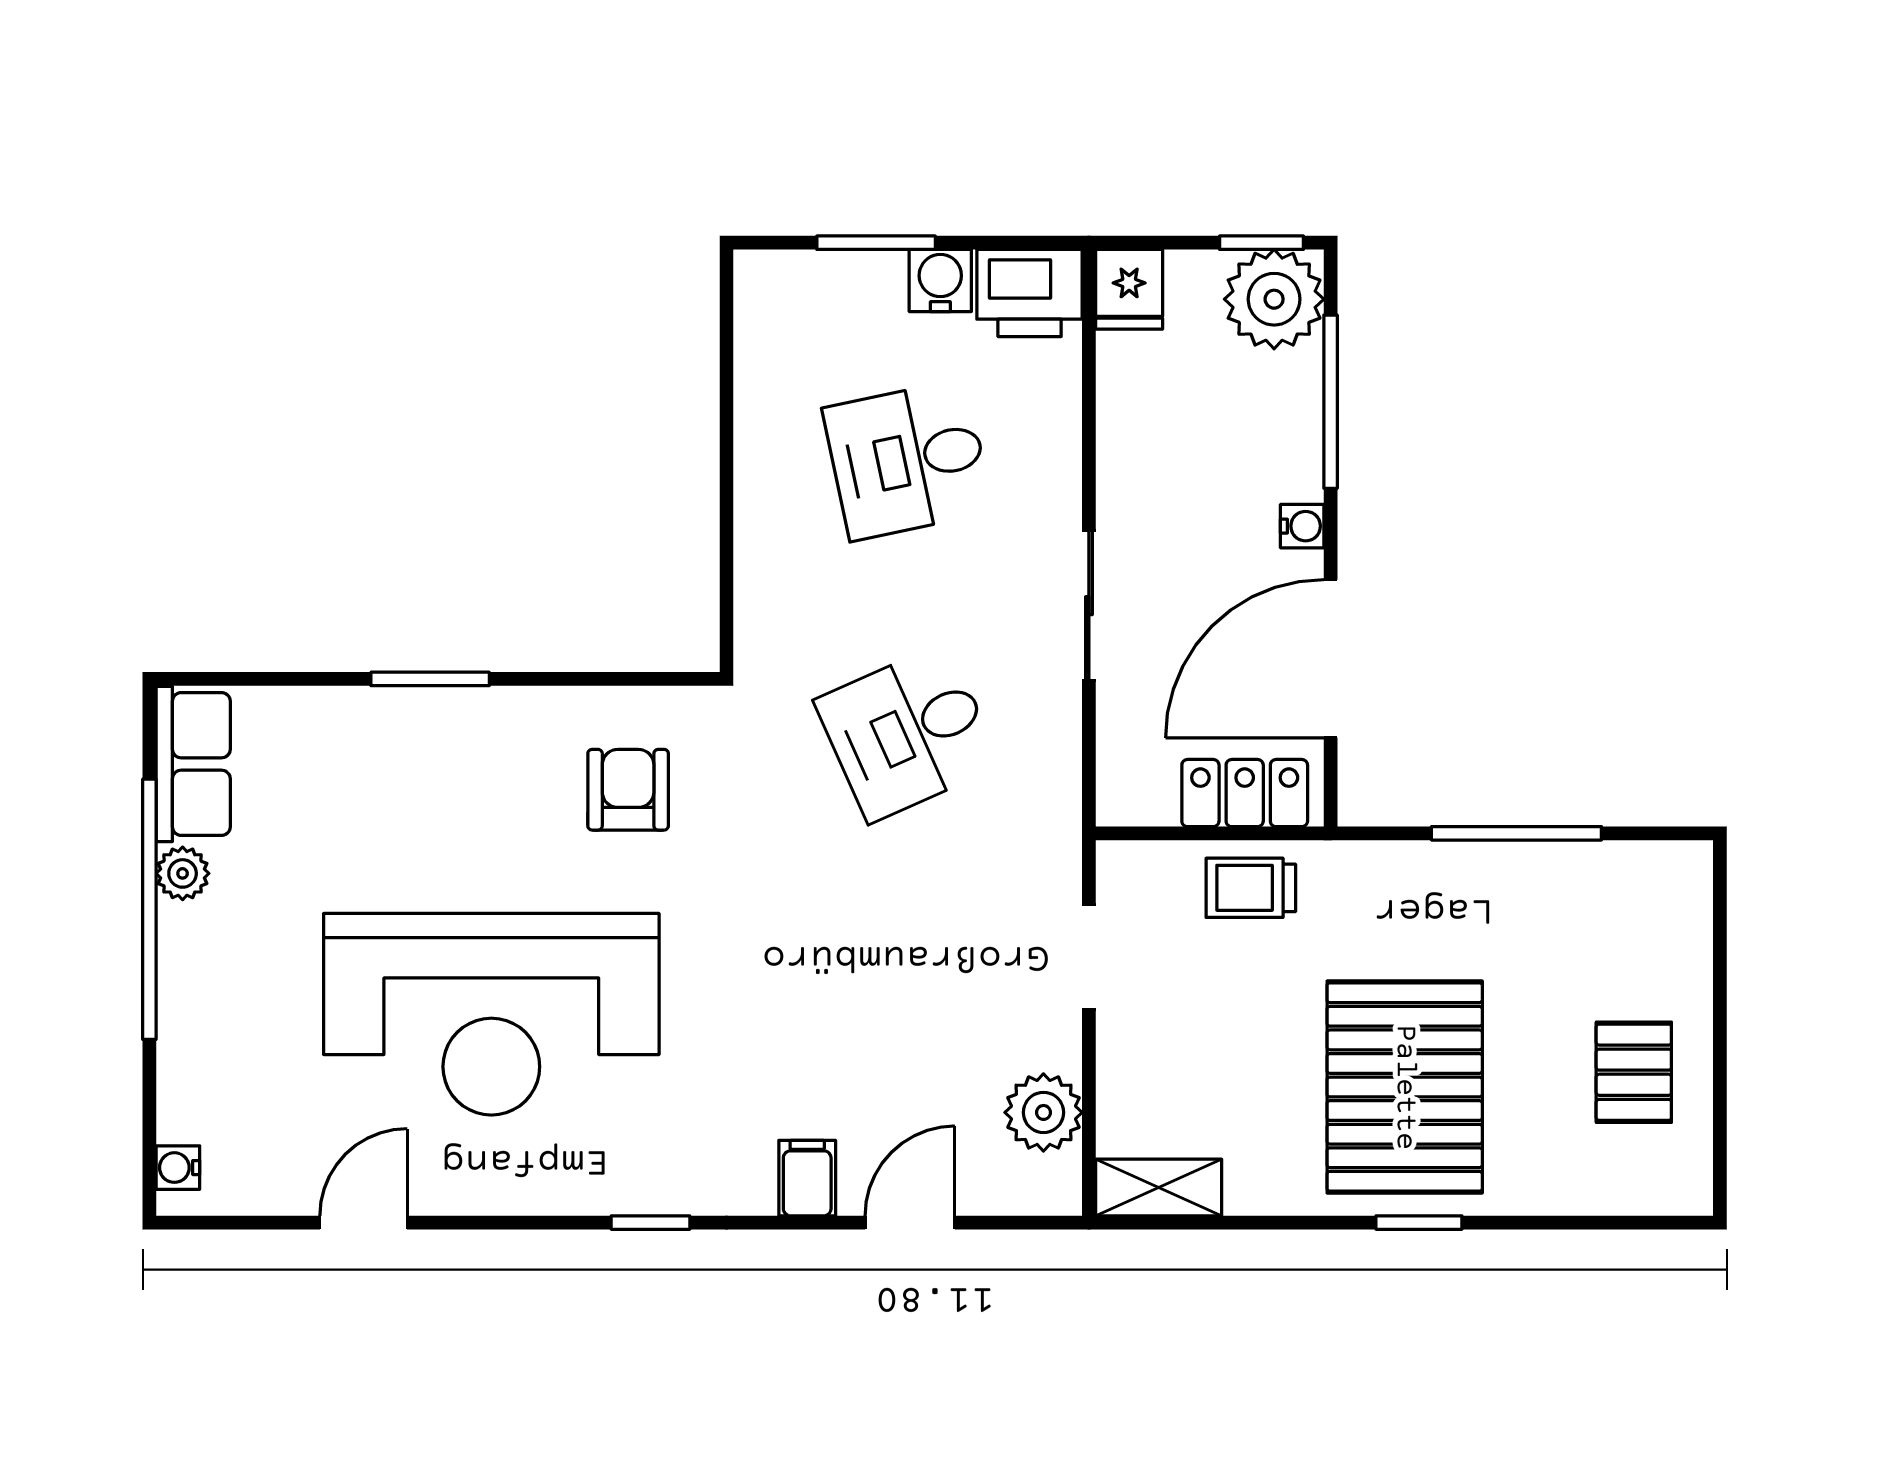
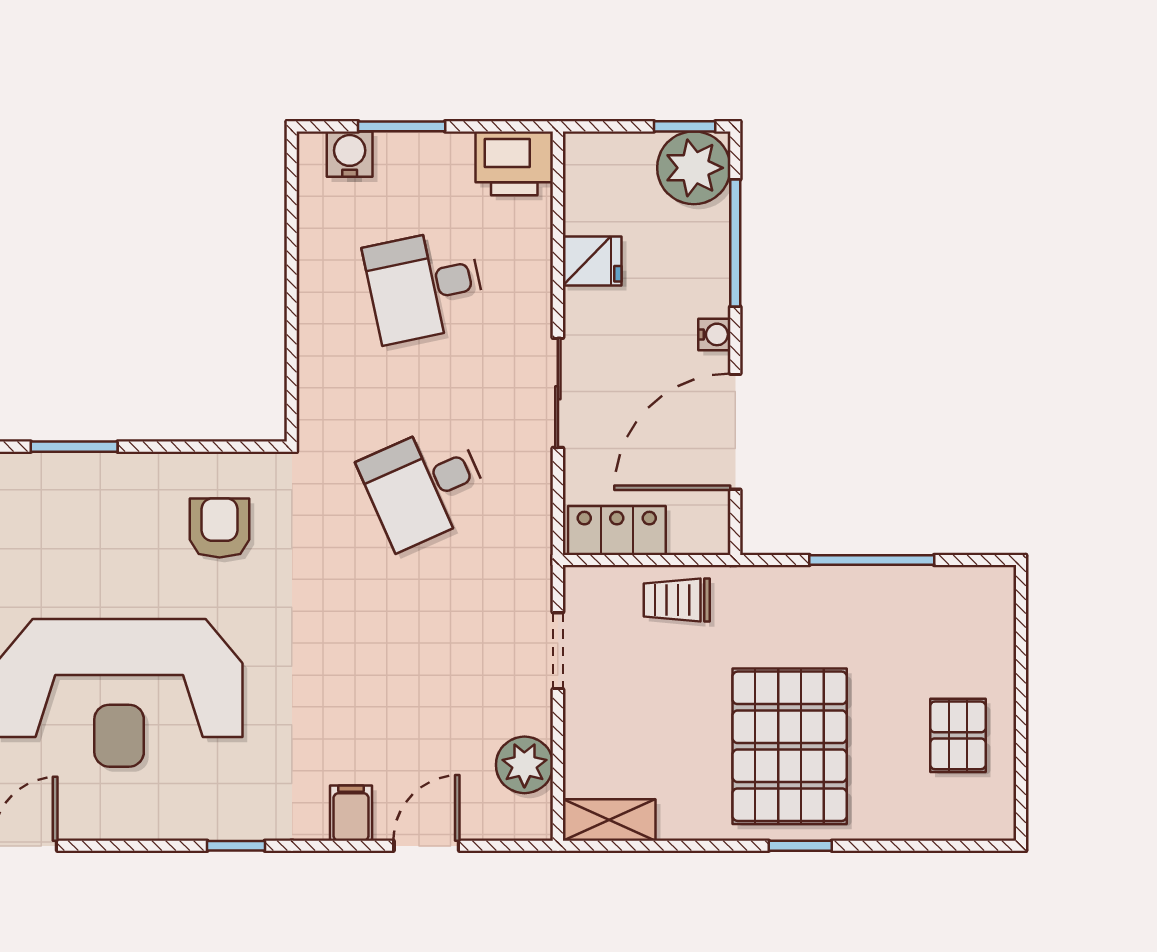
water cooler: (940, 280) -> (350, 154), moved
fridge: (1129, 289) -> (592, 261), moved, turned -90
locker: (1245, 793) -> (617, 530), moved

